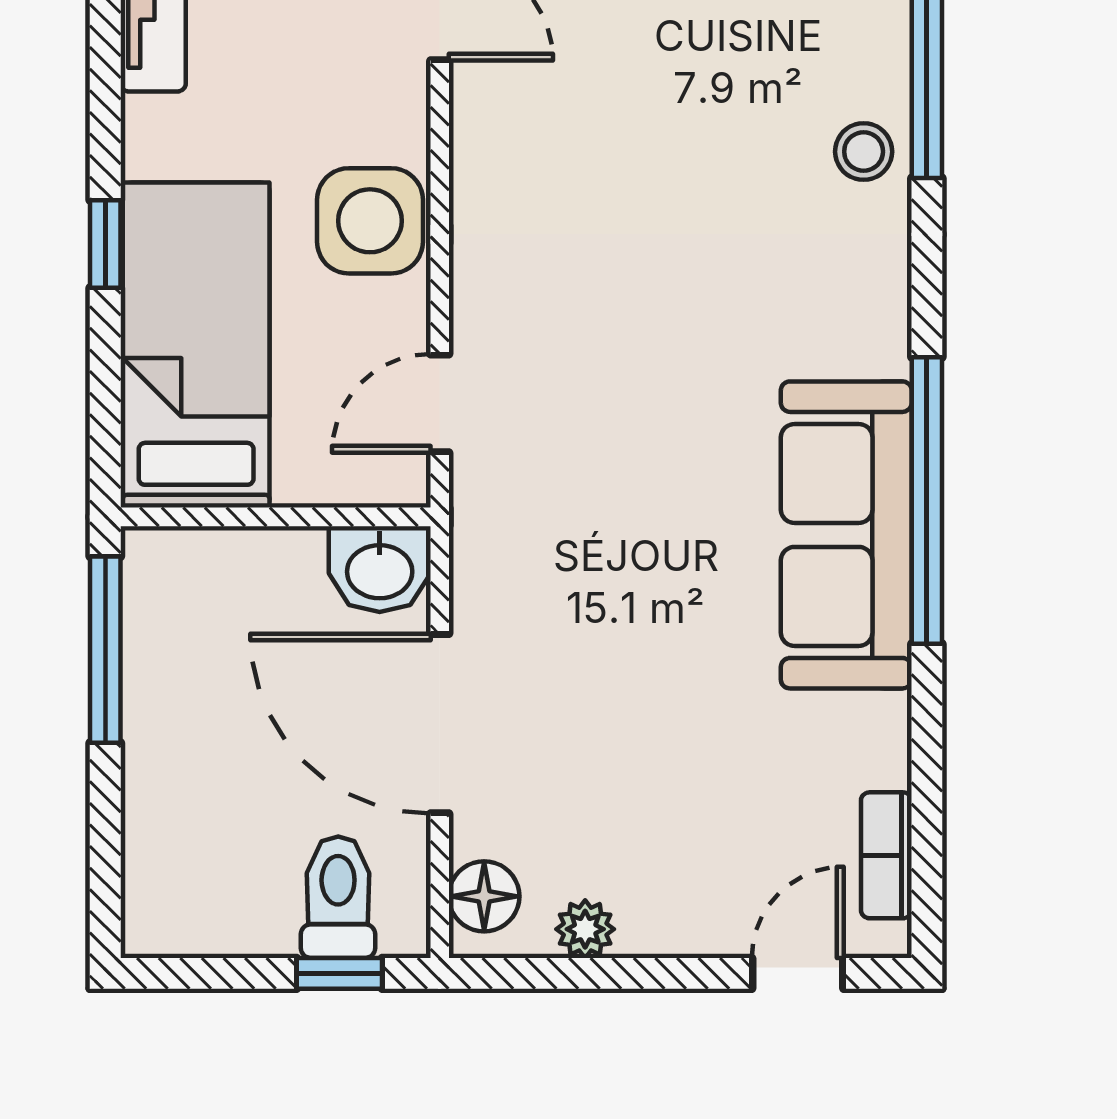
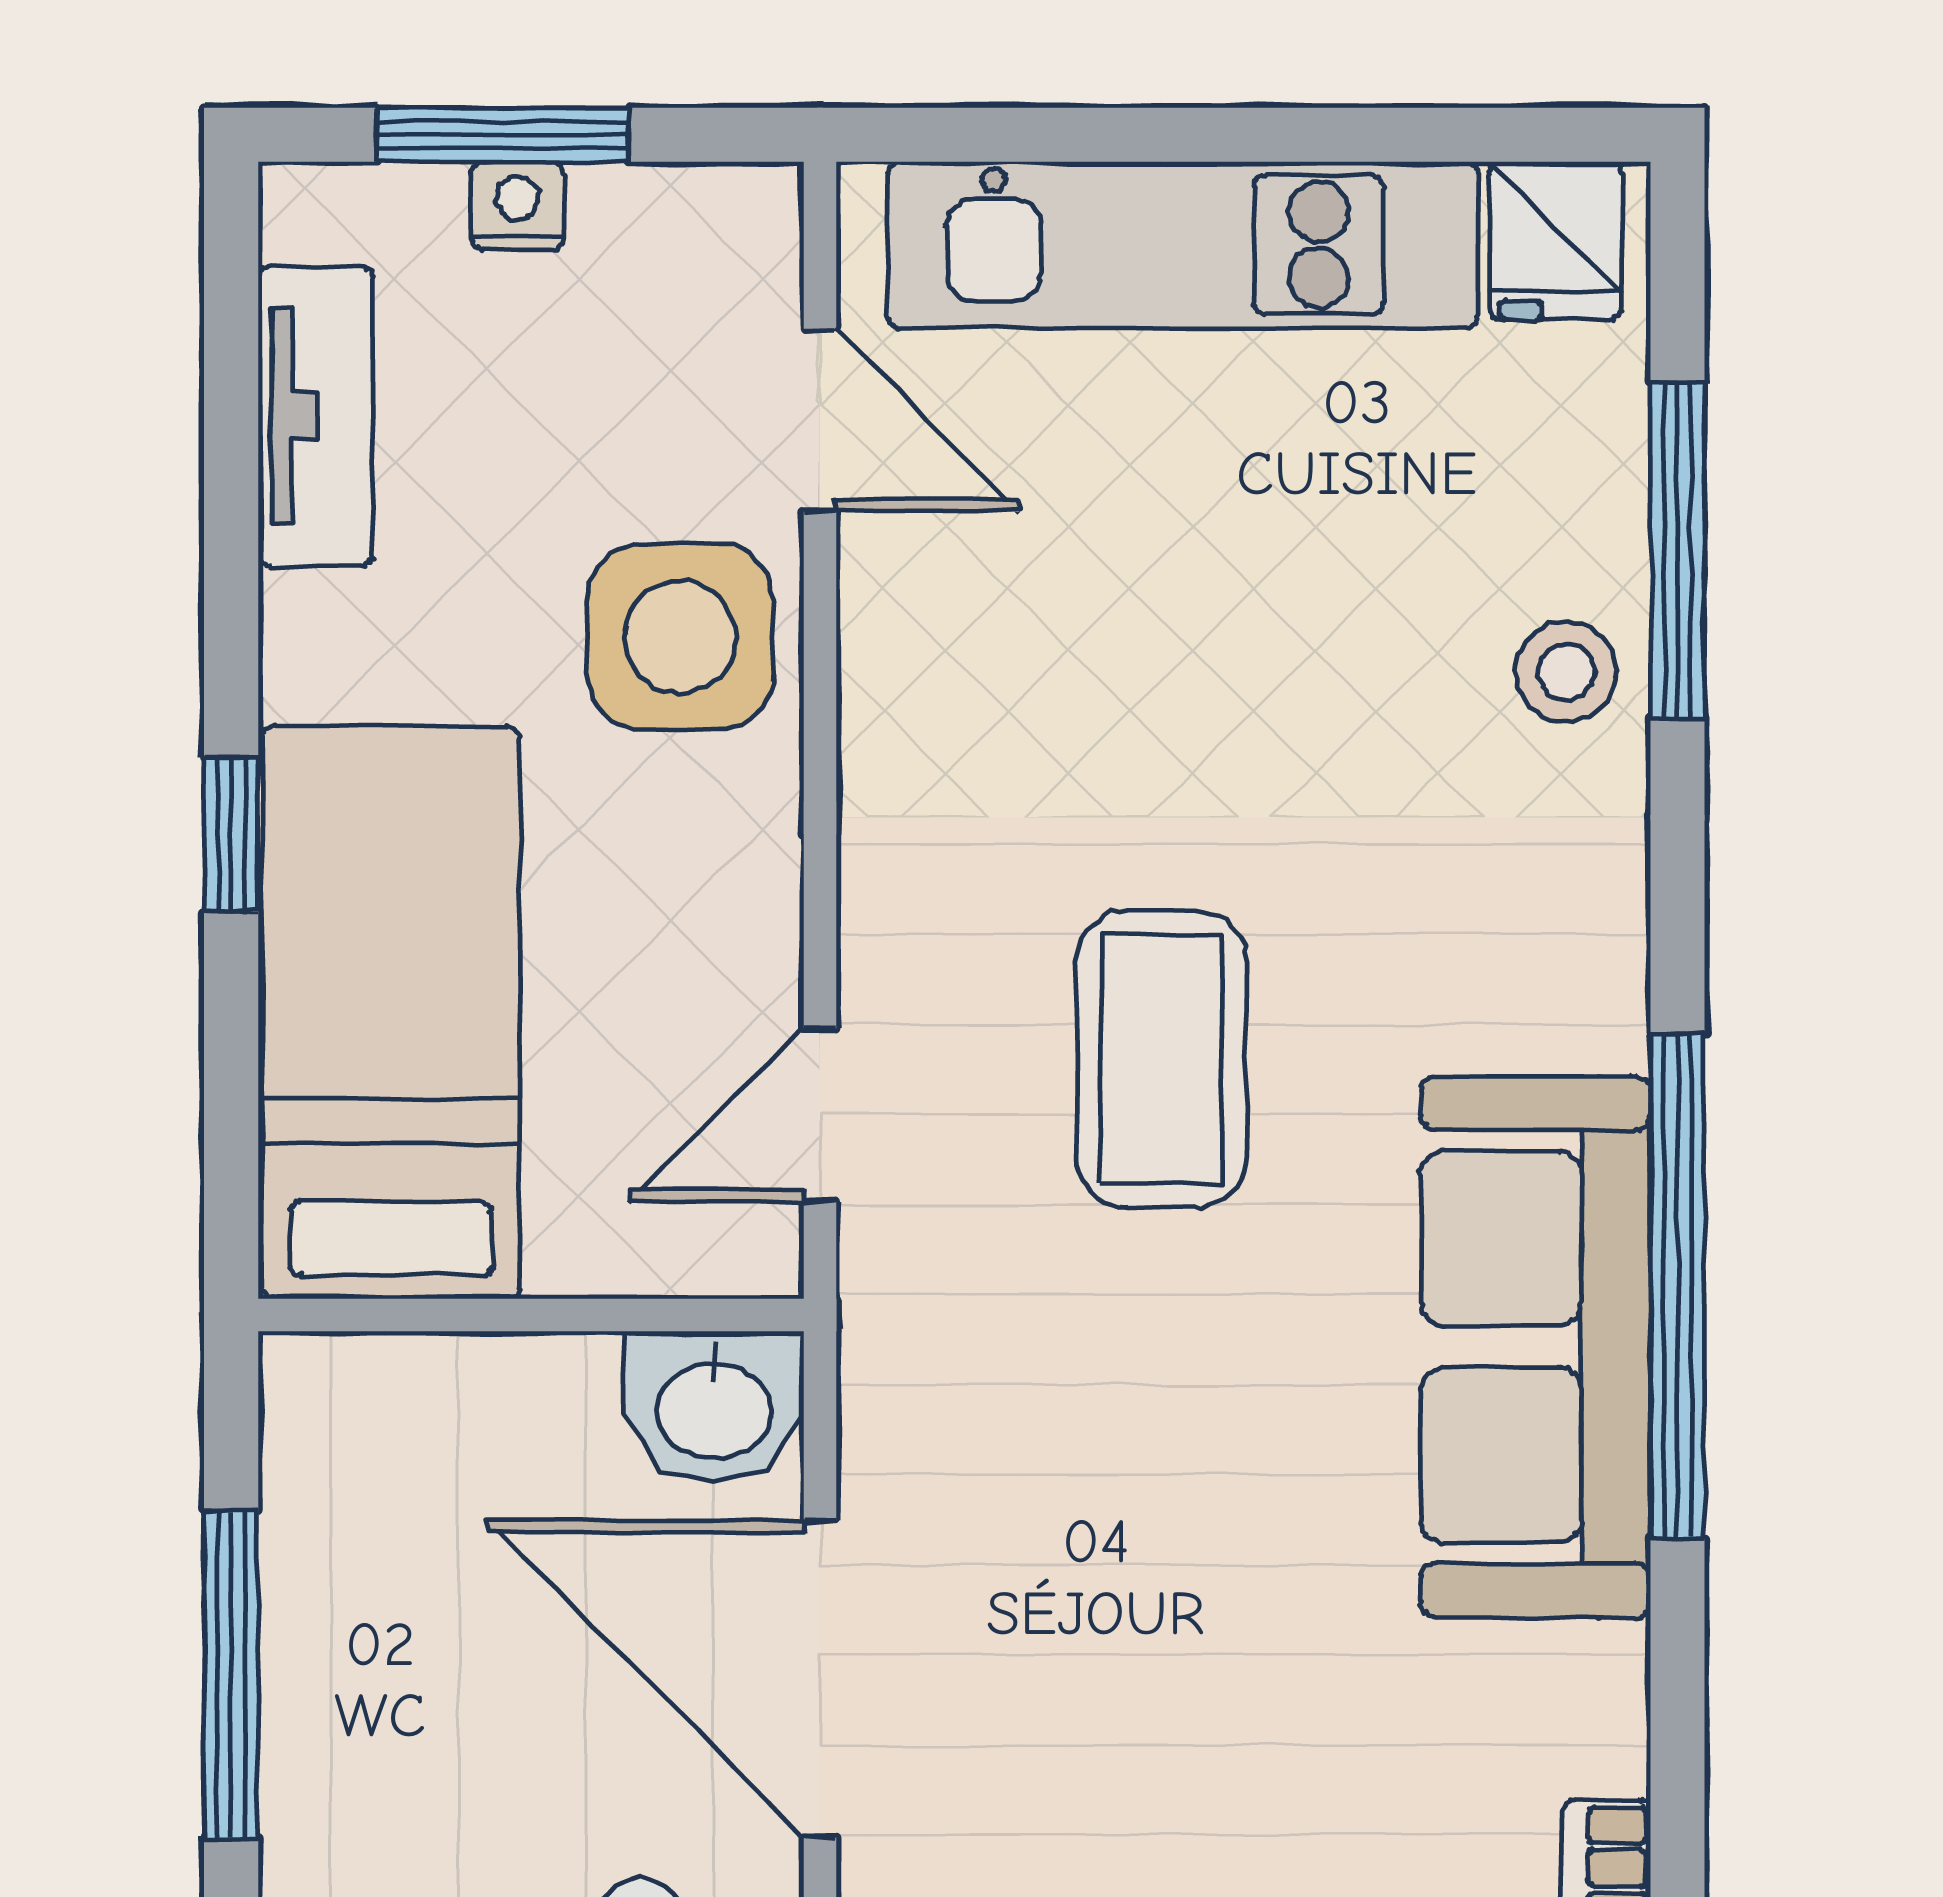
side table: (370, 221) -> (680, 637), moved
coffee table: (634, 372) -> (1161, 1059), added
window: (105, 650) -> (231, 1674), moved

